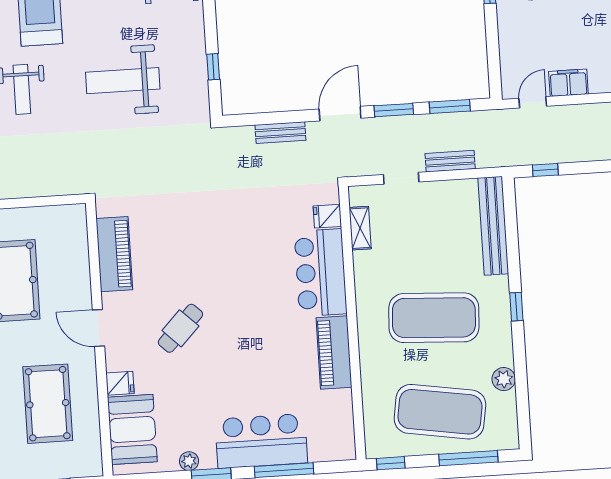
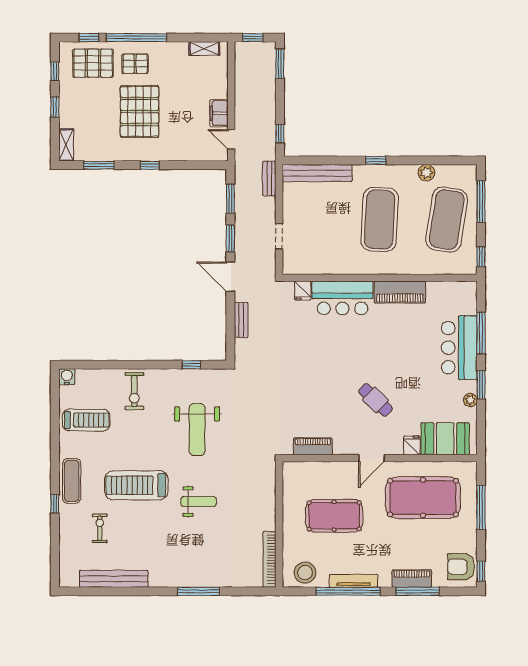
bench: (450, 161) -> (269, 179), moved
shelving: (360, 228) -> (313, 268), removed
piano: (114, 254) -> (313, 446), width x0.73, depth x0.75
pool table: (48, 404) -> (423, 498), width x1.36, depth x1.32

